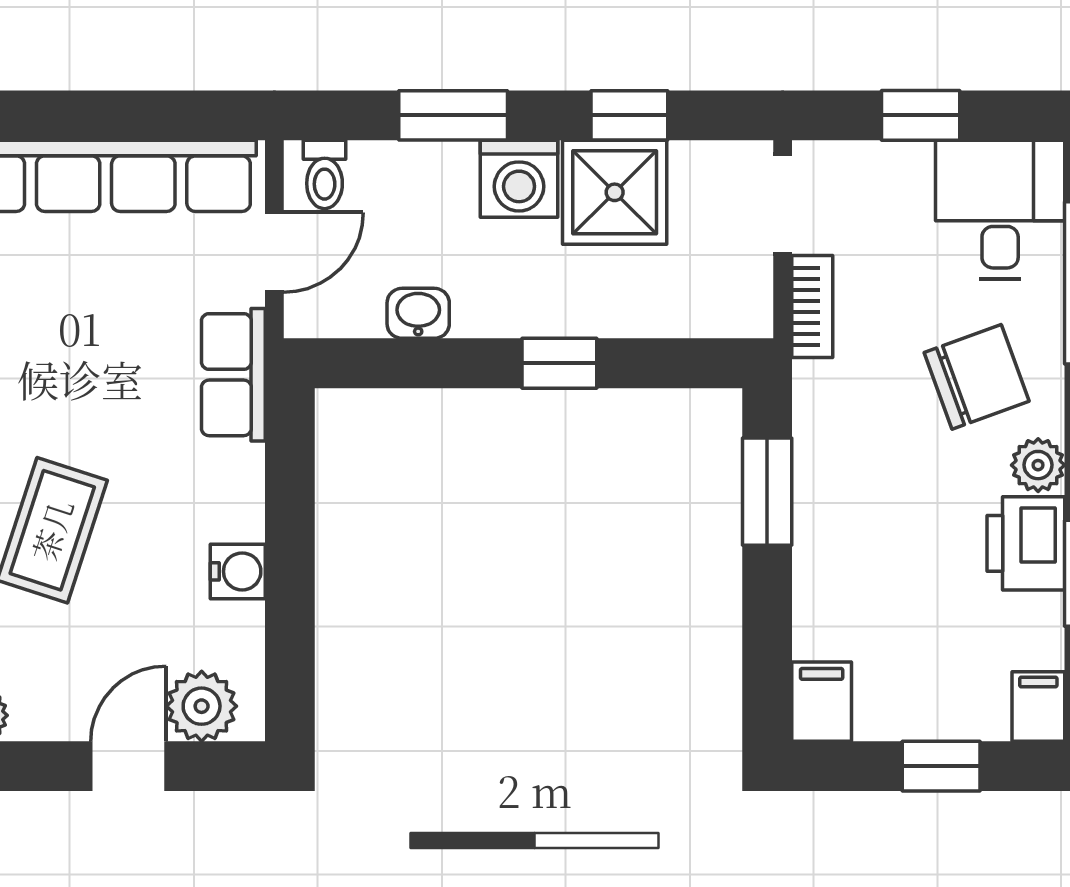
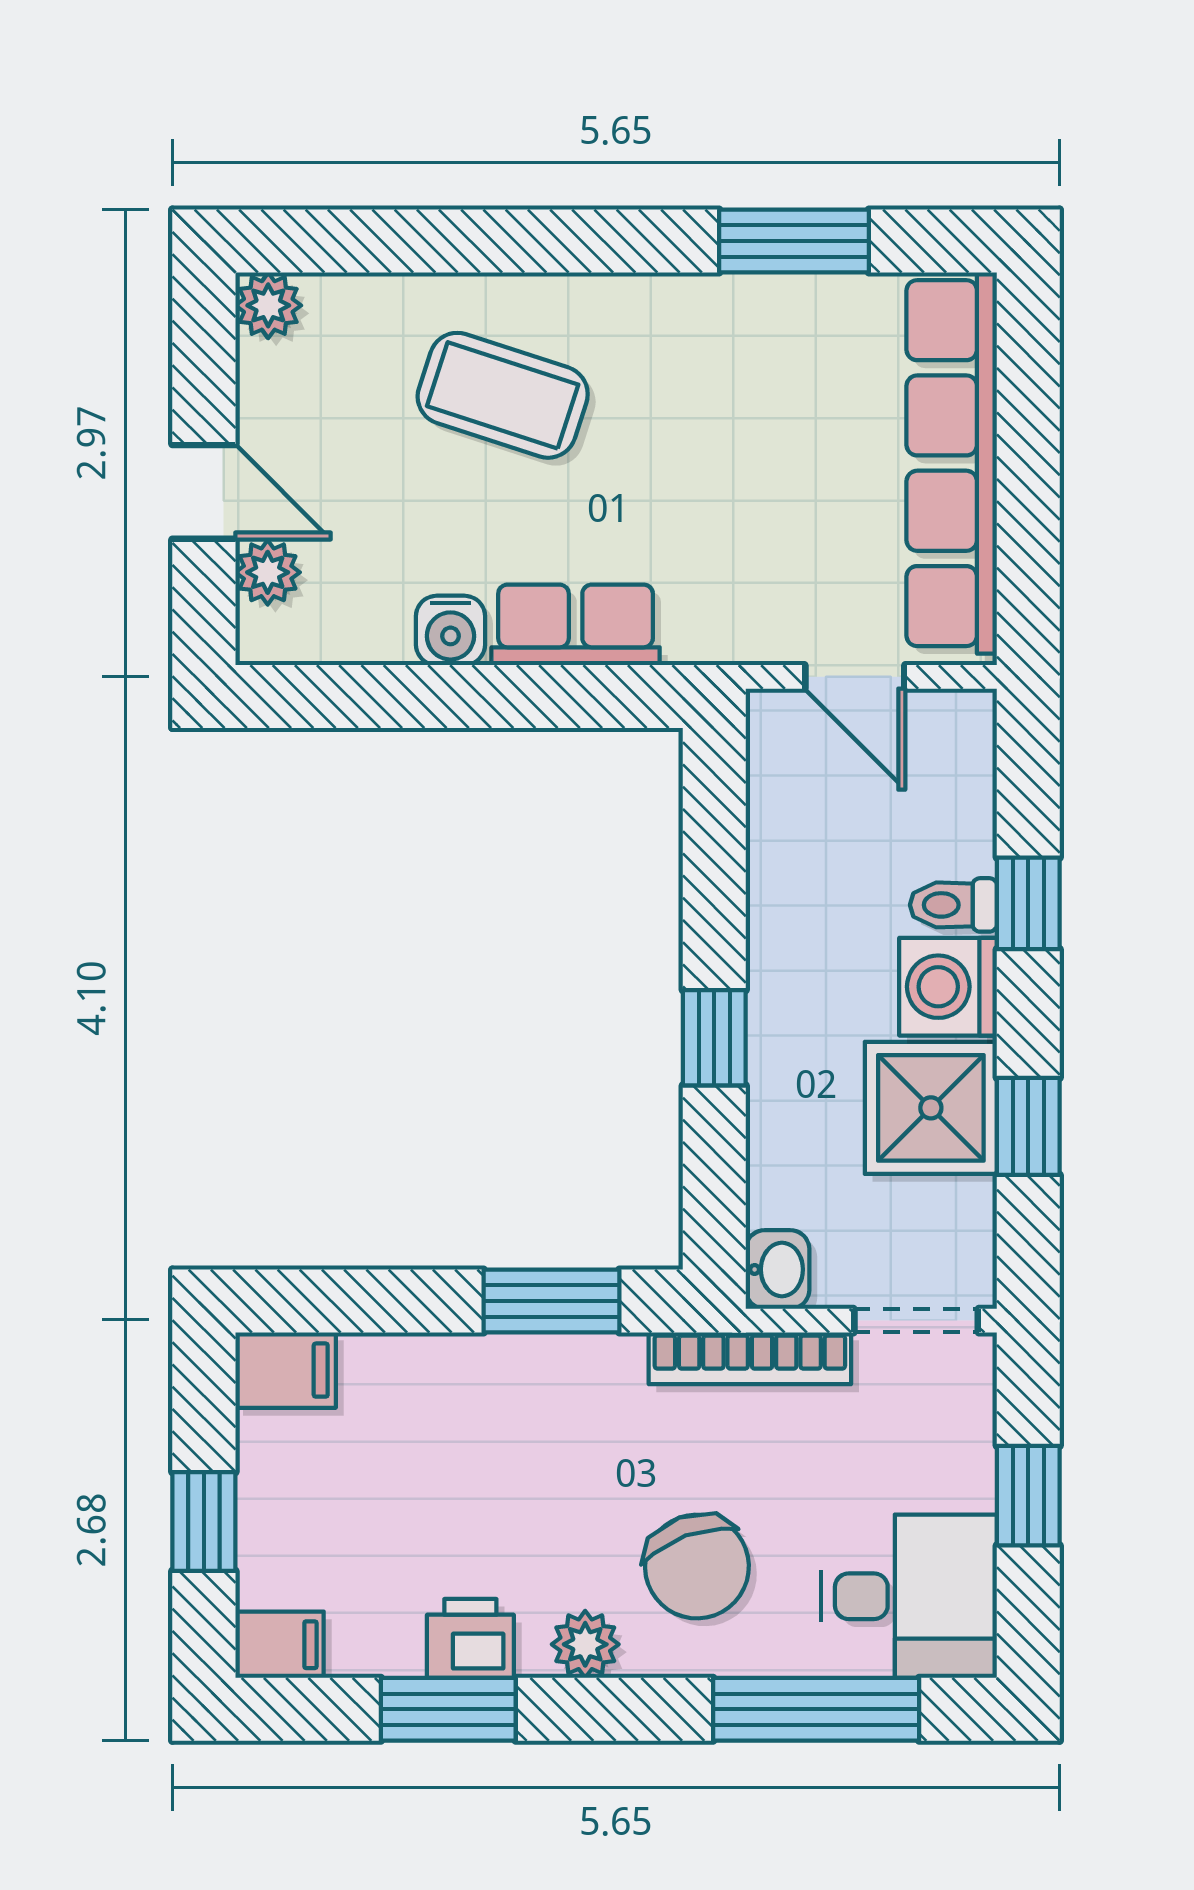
window: (453, 115) -> (1028, 903), width x0.67
toilet: (325, 174) -> (953, 905), moved
bookcase: (812, 306) -> (750, 1358), width x1.56
washbasin: (418, 313) -> (777, 1269), moved
row of seats: (233, 375) -> (576, 625), moved
printer: (1026, 543) -> (470, 1638), width x0.73, depth x0.81
plant: (202, 706) -> (268, 572), width x0.73, depth x0.73

